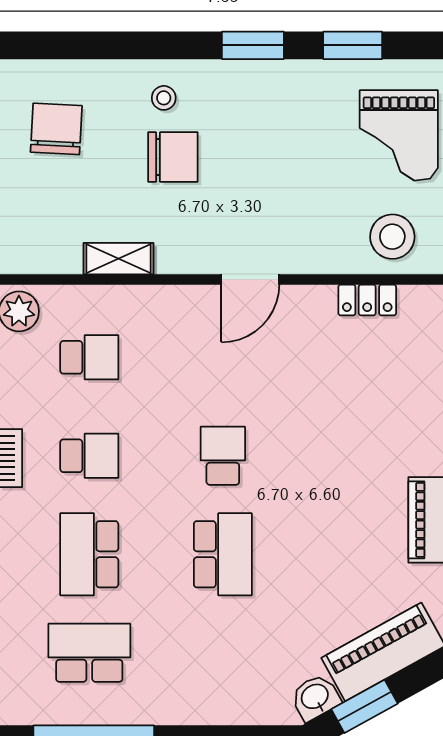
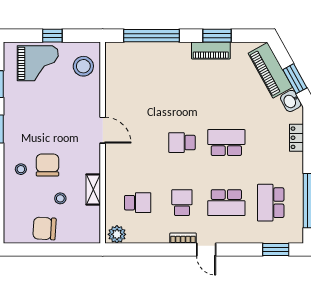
chair: (56, 129) -> (44, 228), moved
stool: (99, 186) -> (60, 198), added
locker: (367, 300) -> (296, 138), moved, turned 180
school desk: (89, 357) -> (138, 203), turned 90

